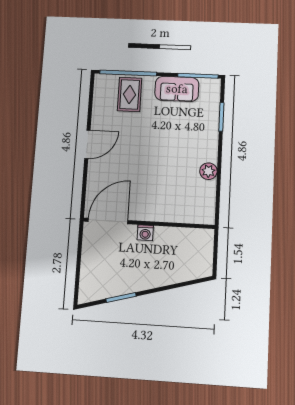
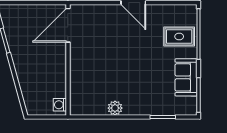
door: (108, 221) -> (68, 25), swing flipped
washing machine: (145, 233) -> (60, 105), moved

